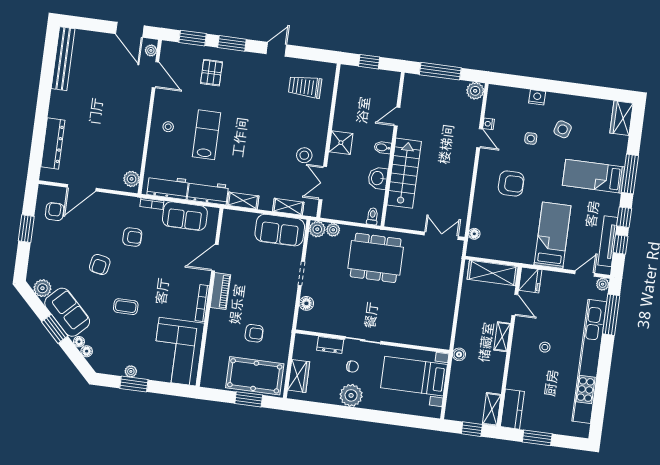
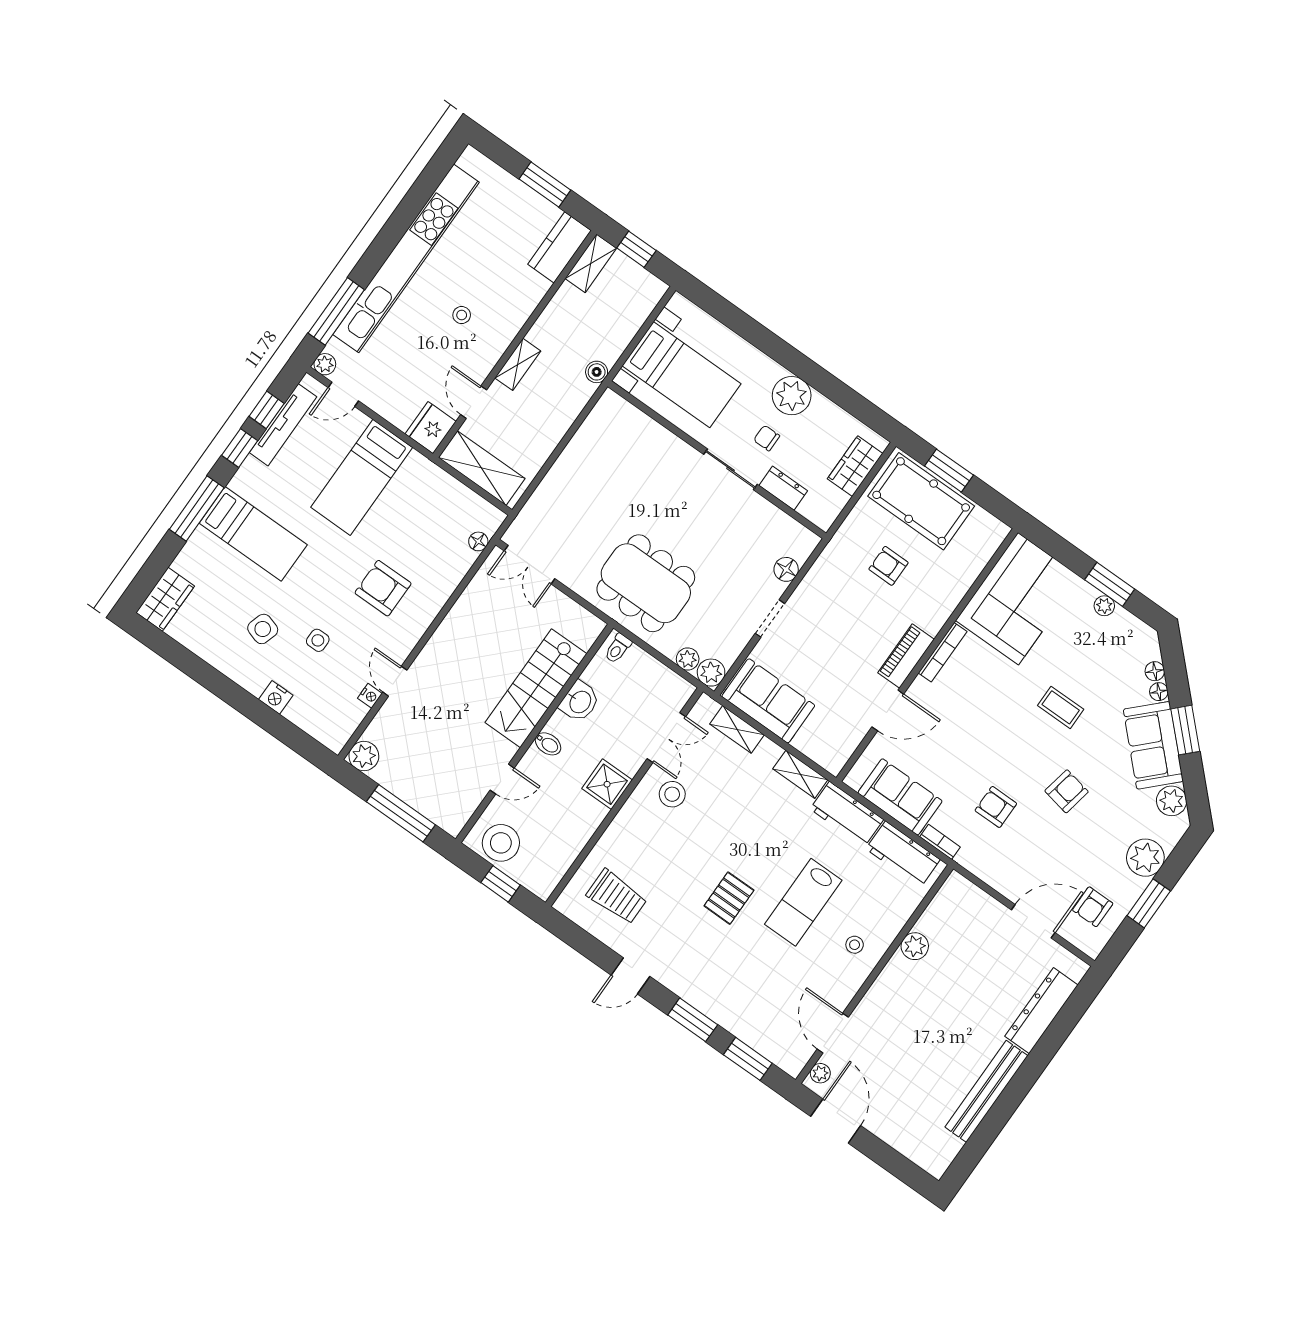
bench: (63, 59) -> (986, 1091), moved
pallet: (212, 73) -> (729, 898), moved
stool: (380, 83) -> (501, 843), added
plant: (132, 179) -> (915, 946), moved
plant: (41, 252) -> (1145, 858), added

